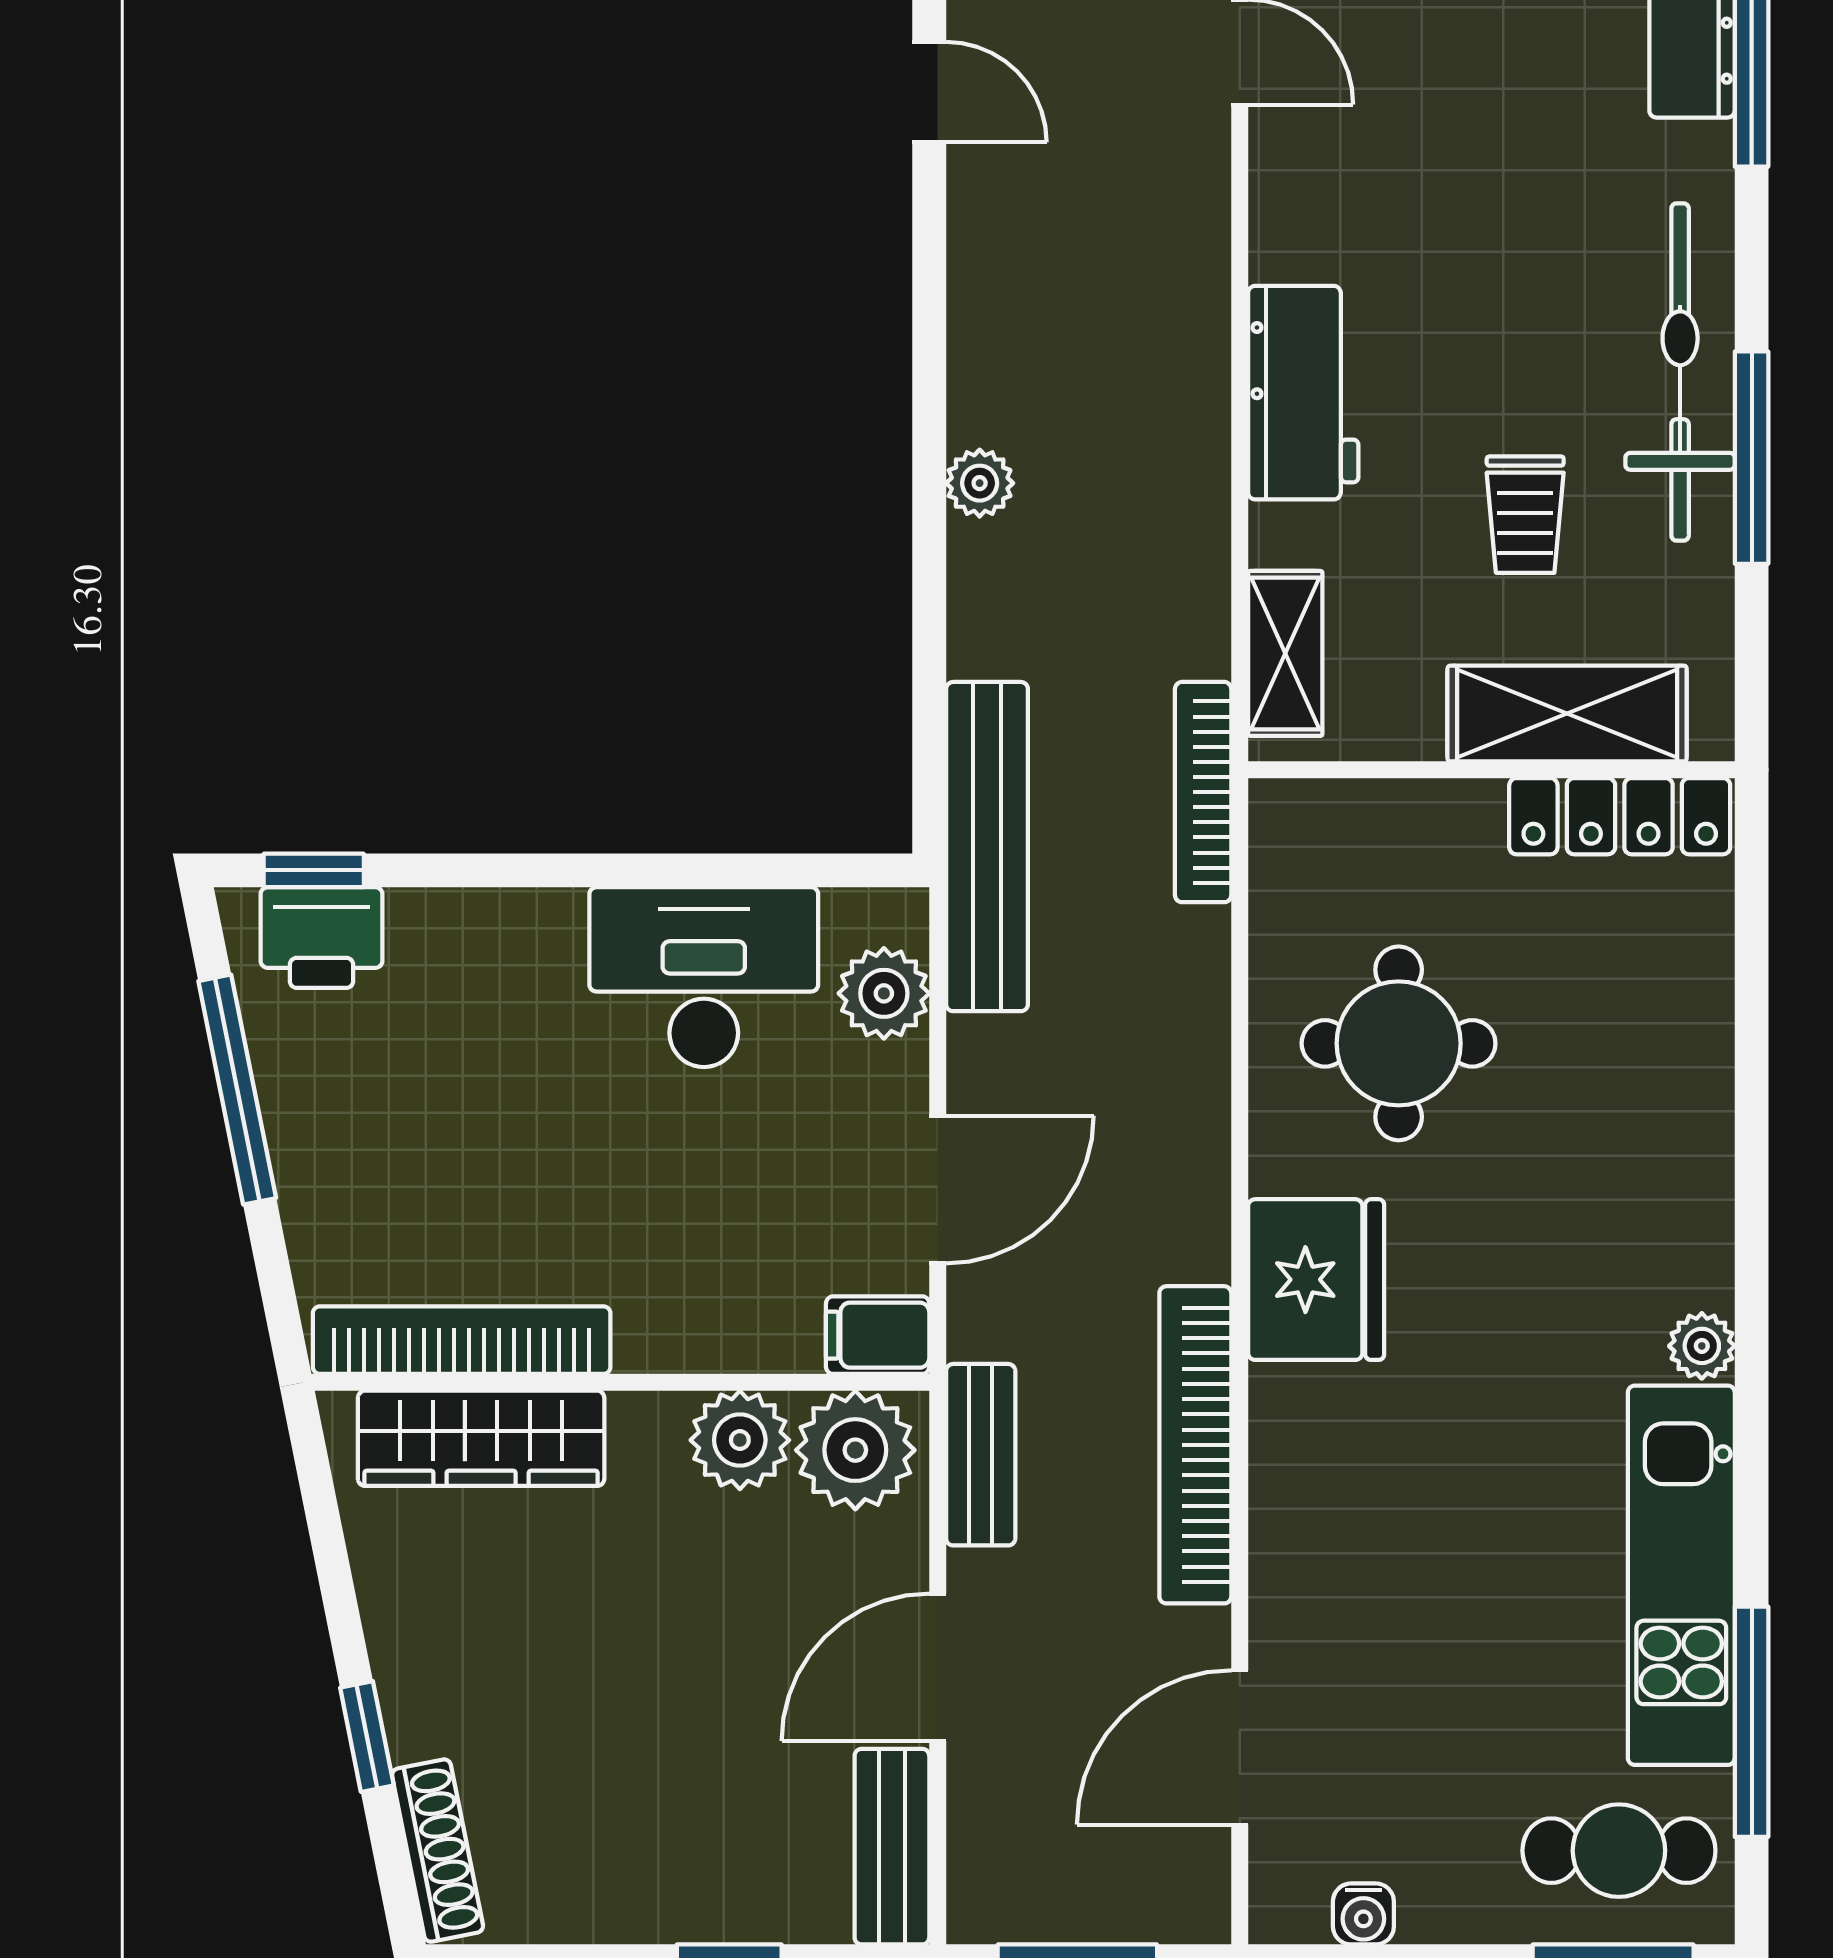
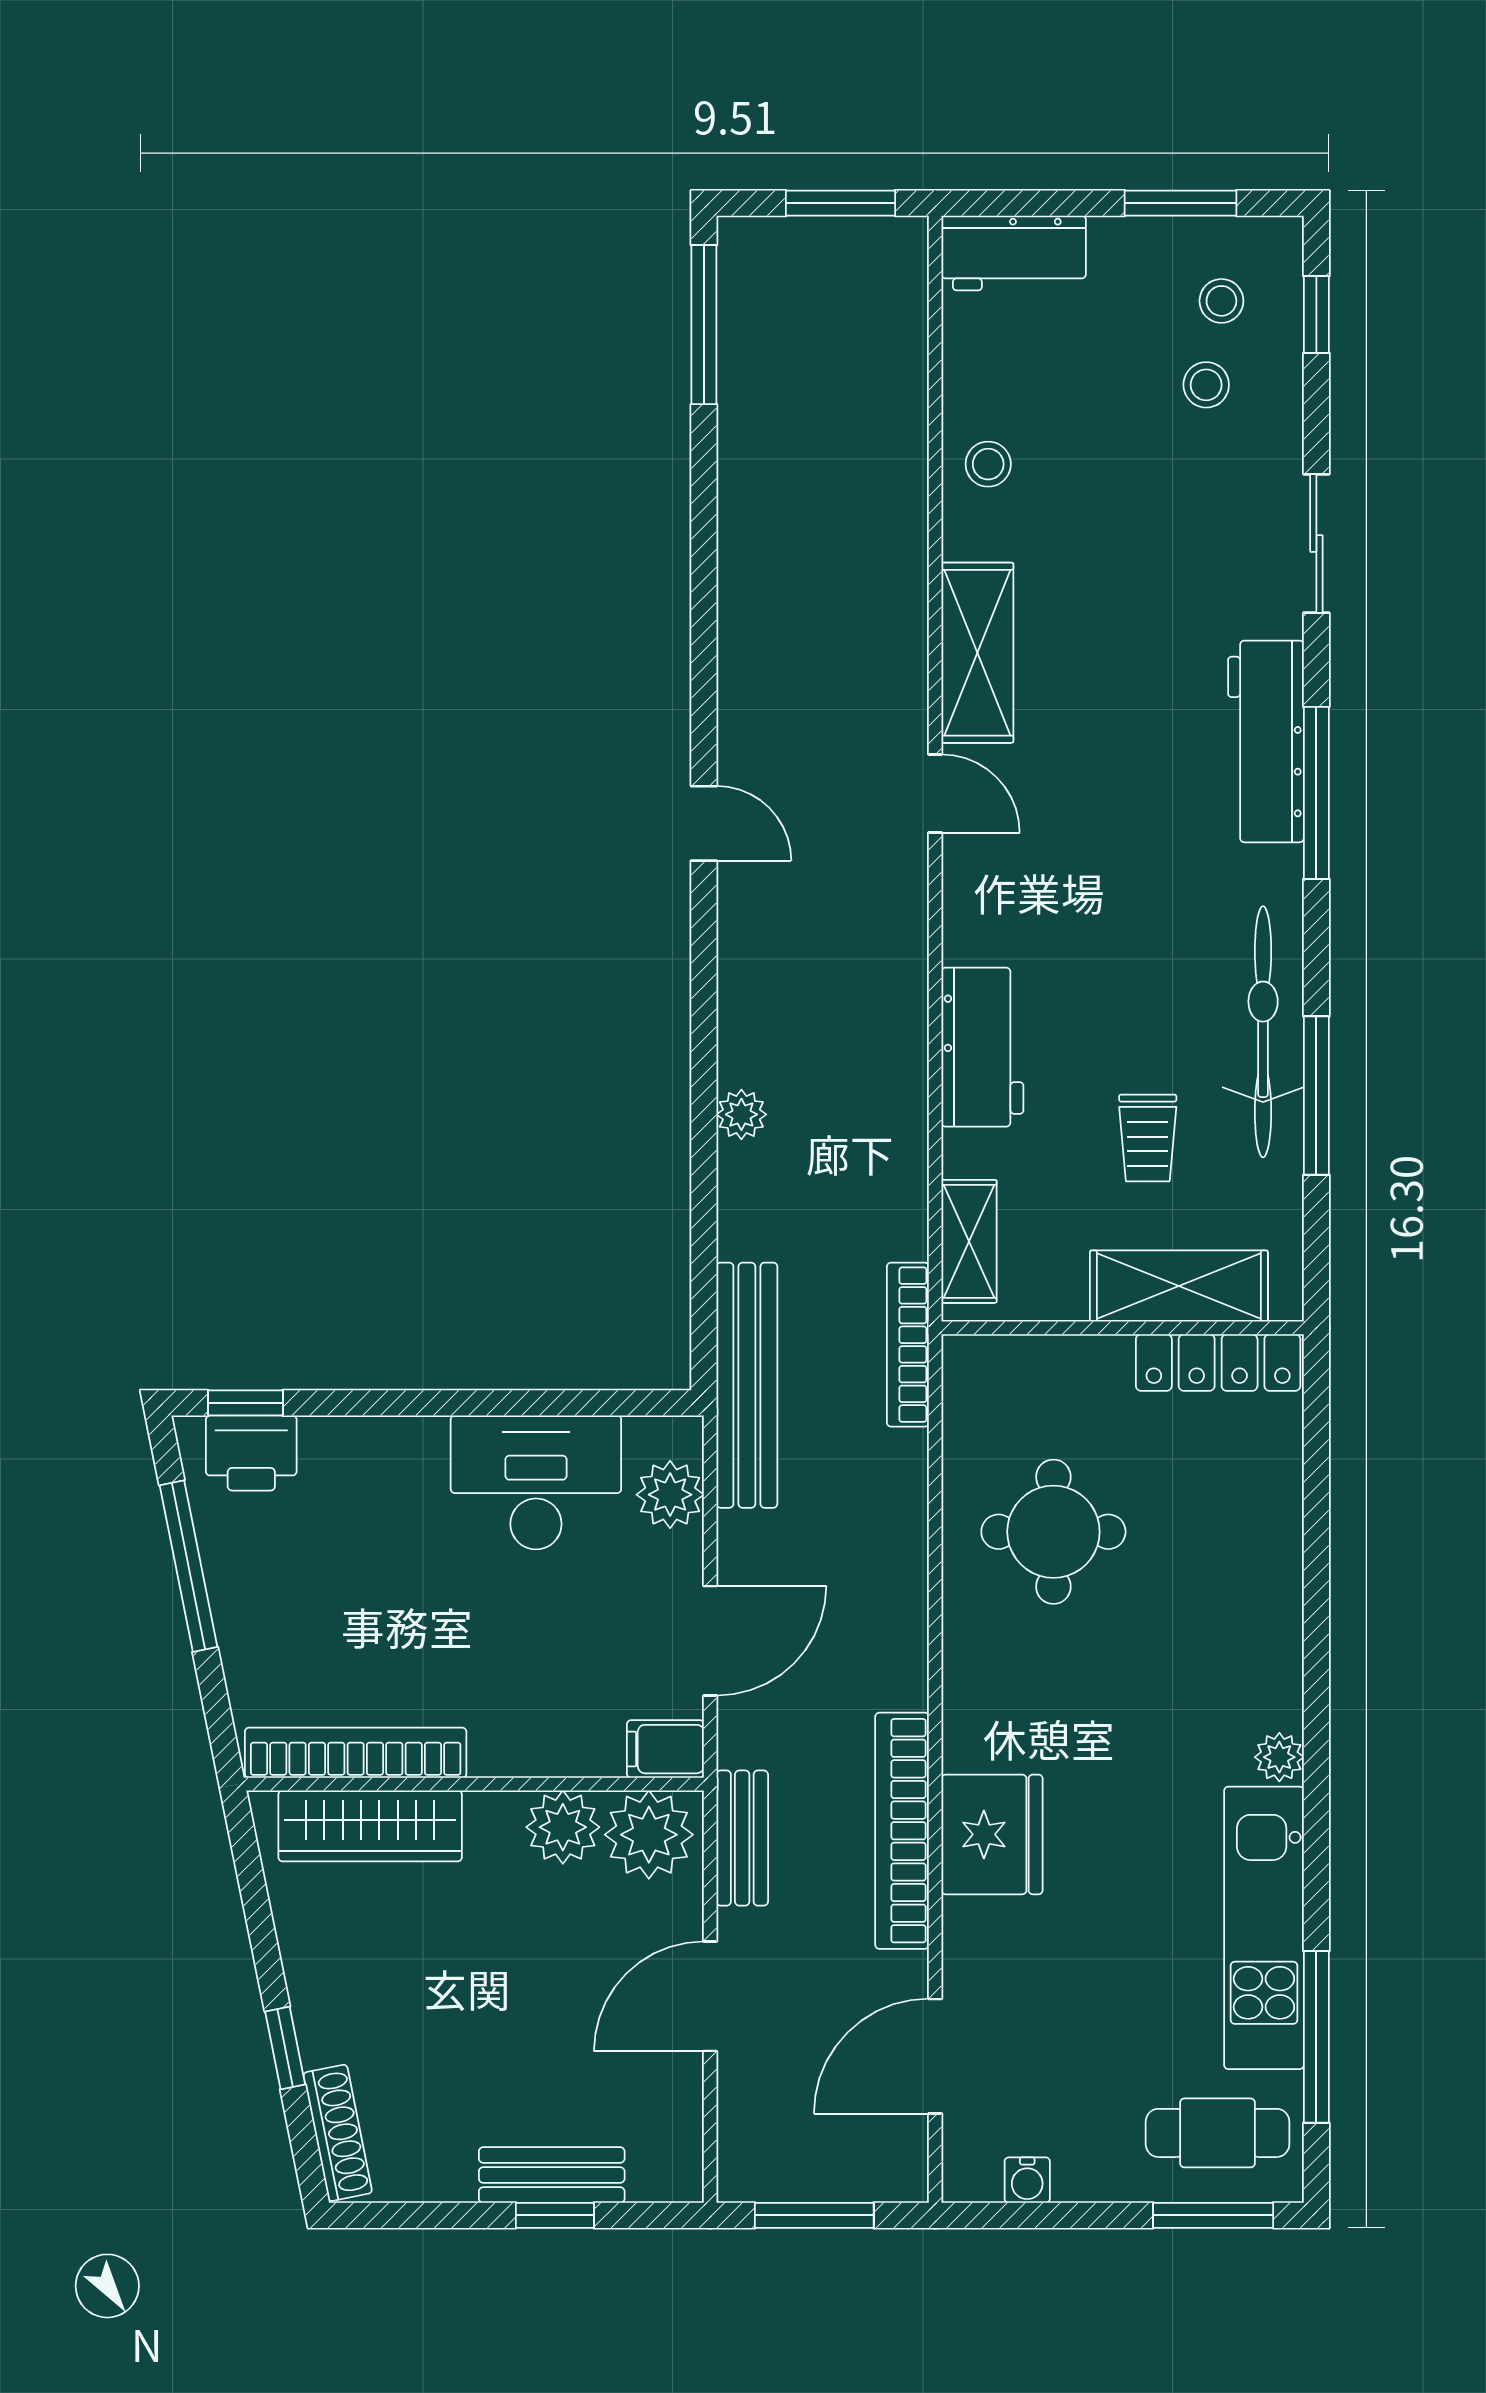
fridge: (1316, 1280) -> (992, 1834), moved
bench: (892, 1847) -> (552, 2175), moved, turned 90

